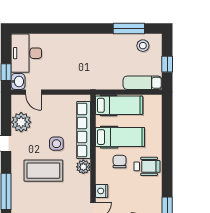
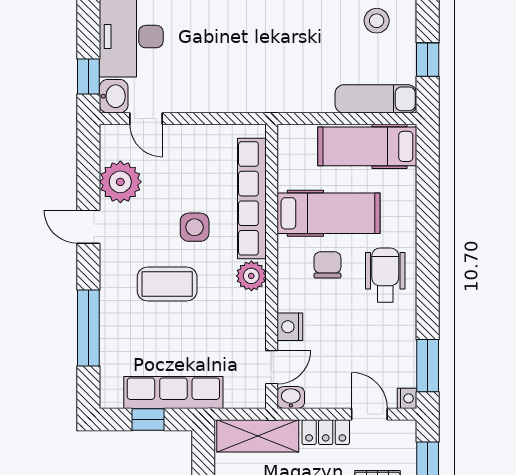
hospital bed: (119, 105) -> (367, 146), moved, turned 180
wheelchair: (147, 166) -> (385, 275), turned -90
coffee table: (43, 171) -> (167, 284), width x0.73, depth x0.76

